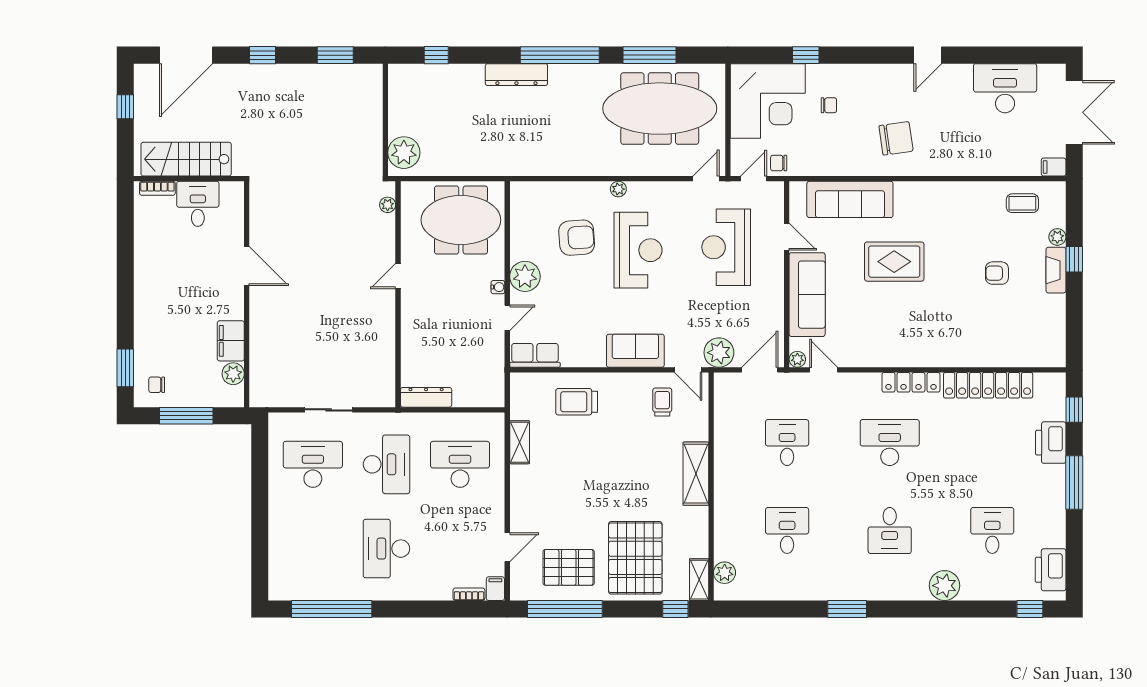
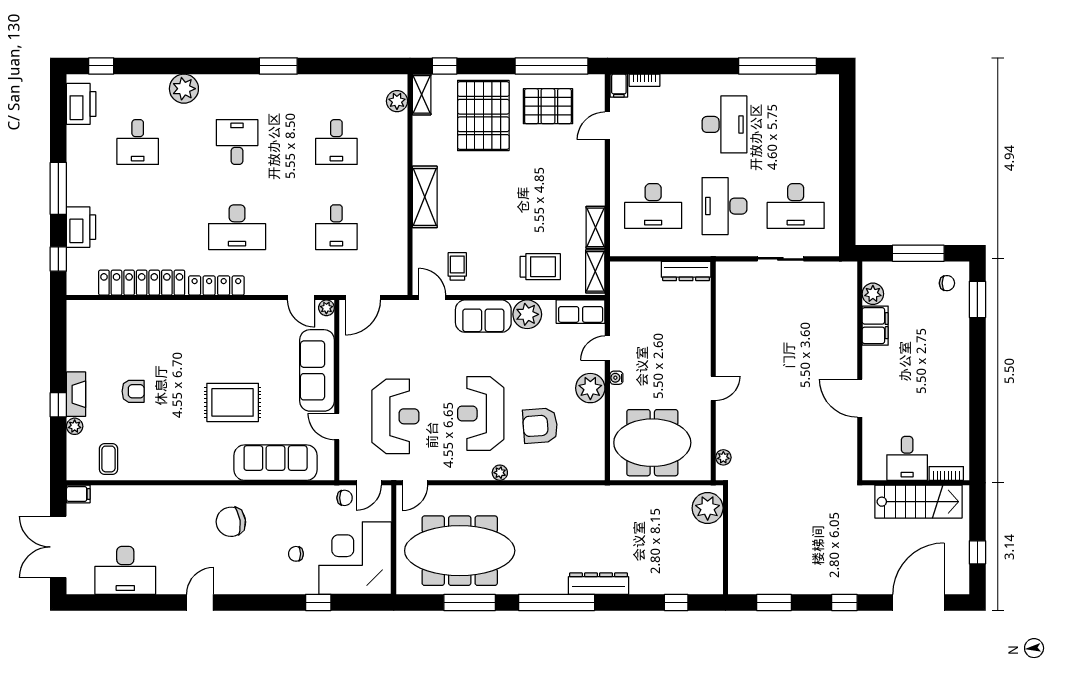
coffee table: (1022, 203) -> (108, 459), turned 90
plant: (719, 353) -> (527, 314), moved
shelving: (520, 397) -> (595, 271), added
trolley: (662, 402) -> (457, 266), turned 180

